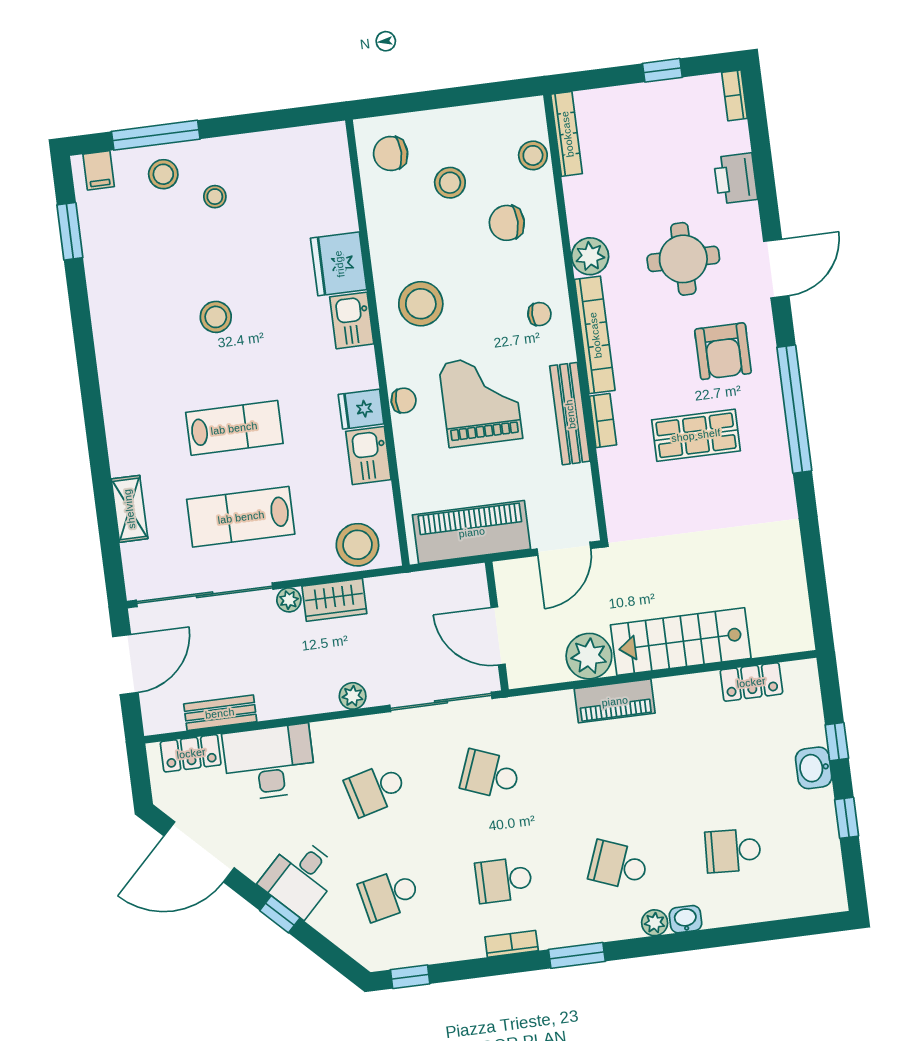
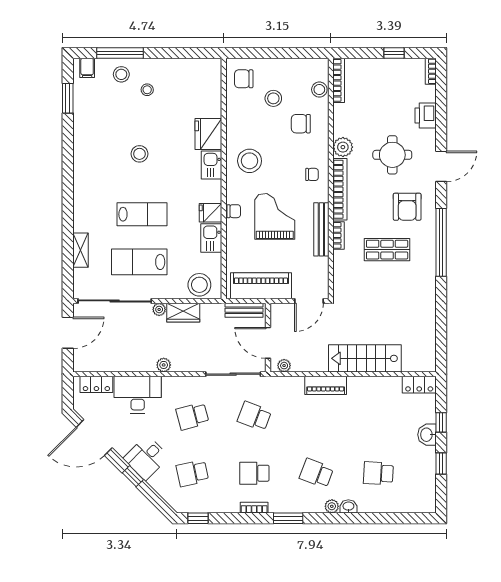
plant: (589, 656) -> (284, 366), moved, width x0.53, depth x0.53
locker: (751, 682) -> (419, 385), moved
plant: (353, 696) -> (164, 365), moved
bench: (220, 713) -> (244, 310), moved

